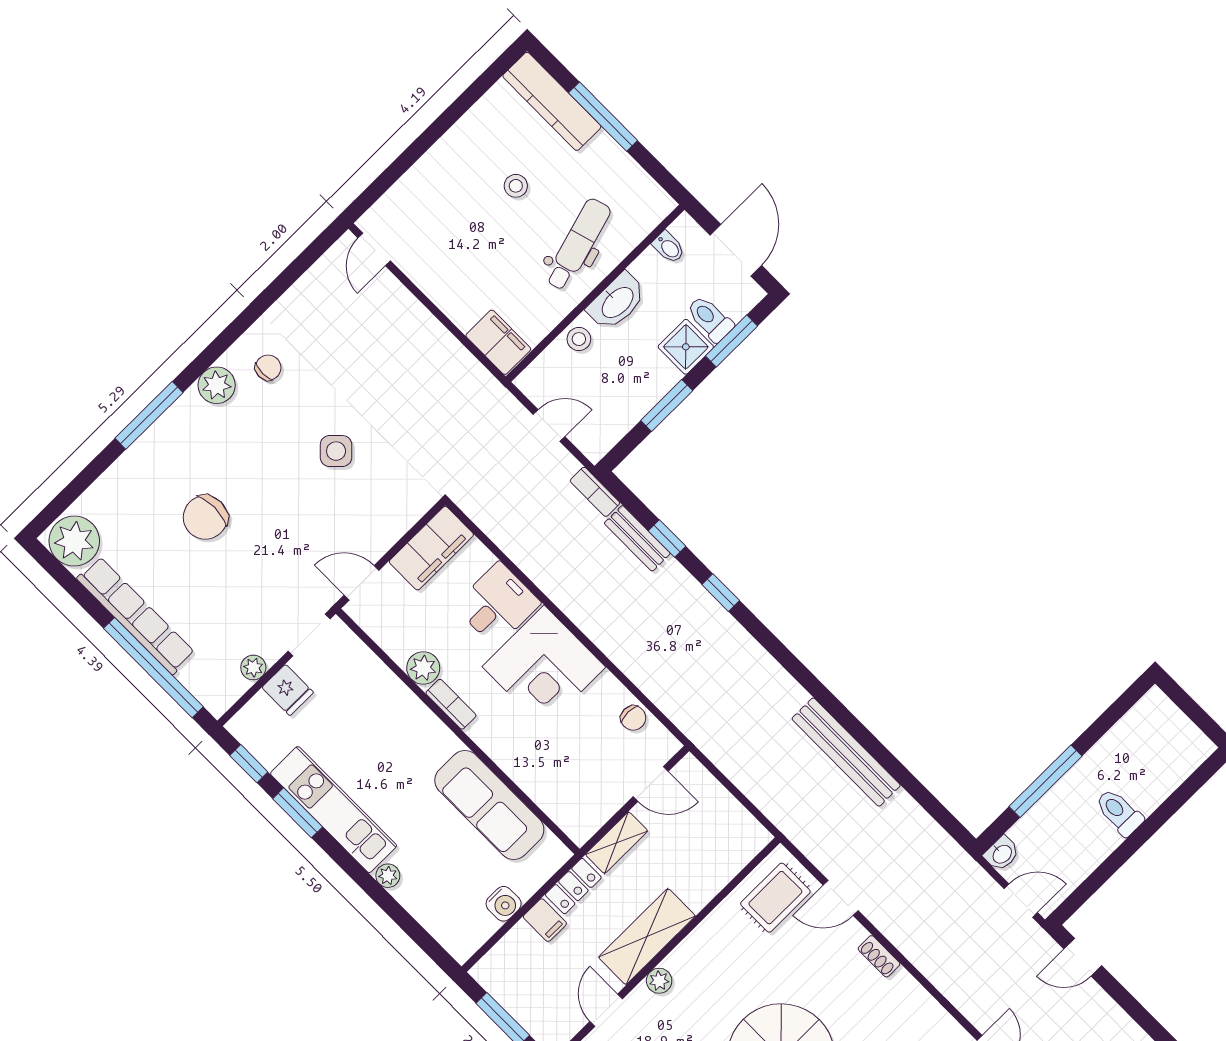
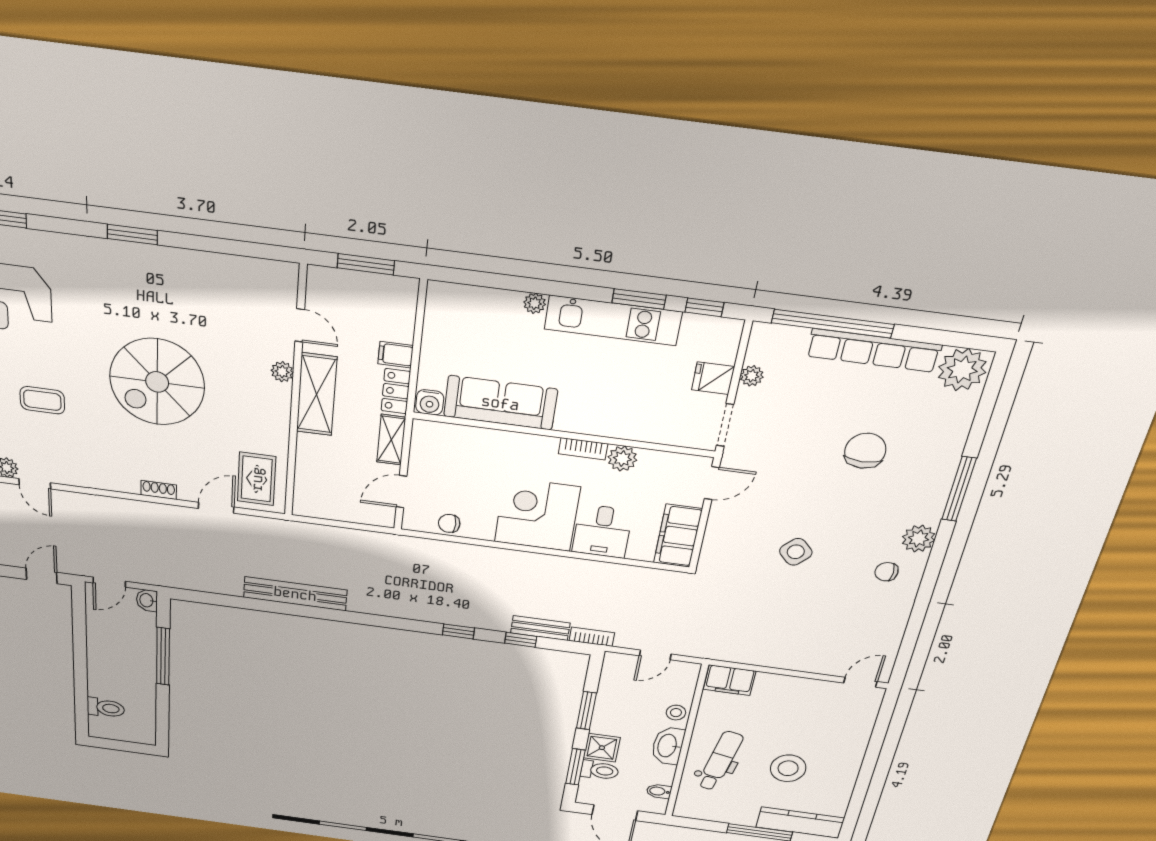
stool: (516, 186) -> (788, 768), width x1.89, depth x1.89
dental chair: (578, 244) -> (720, 761), turned -153
door: (374, 249) -> (860, 682), hinge flipped
chair: (268, 368) -> (886, 572), turned 90
toilet: (1119, 812) -> (106, 708), moved
water cooler: (504, 904) -> (430, 402), moved, turned -90

